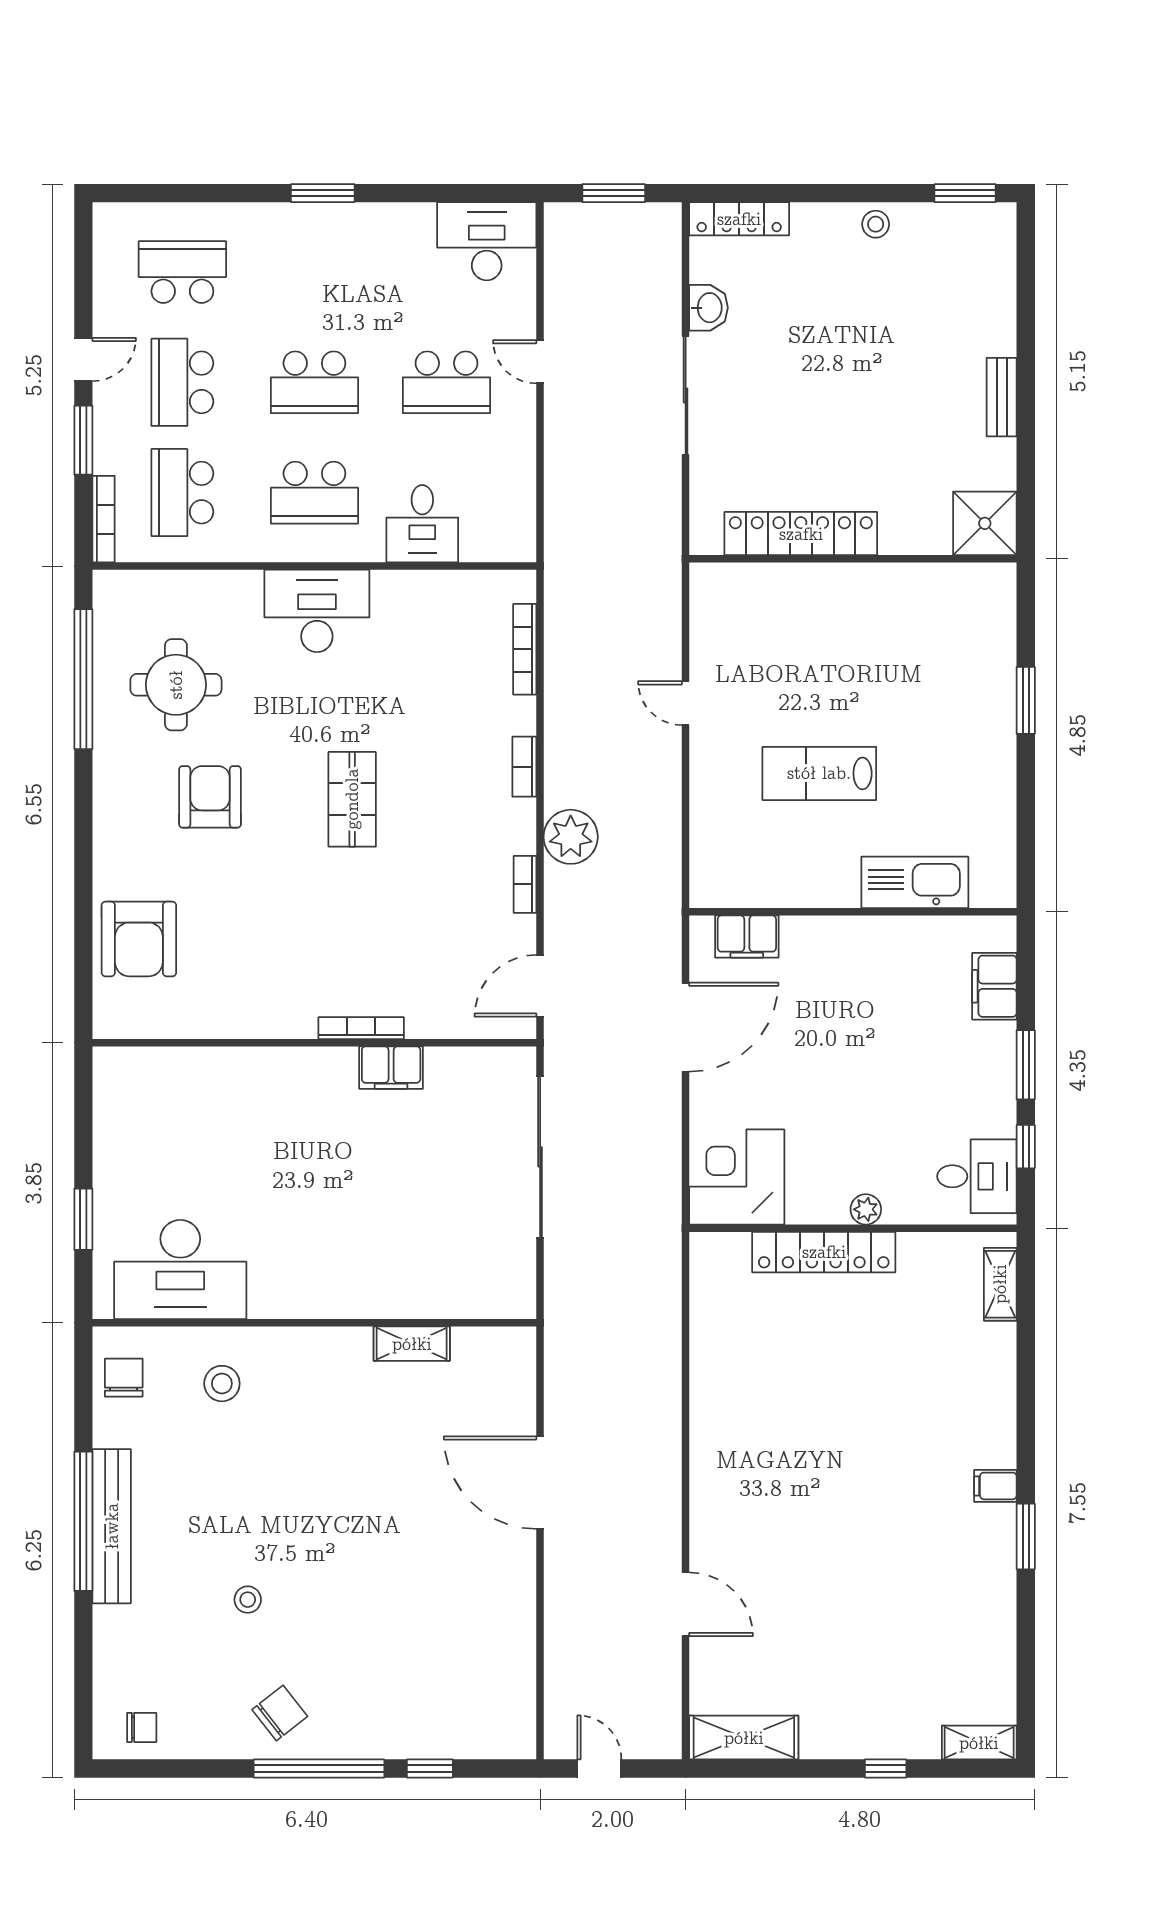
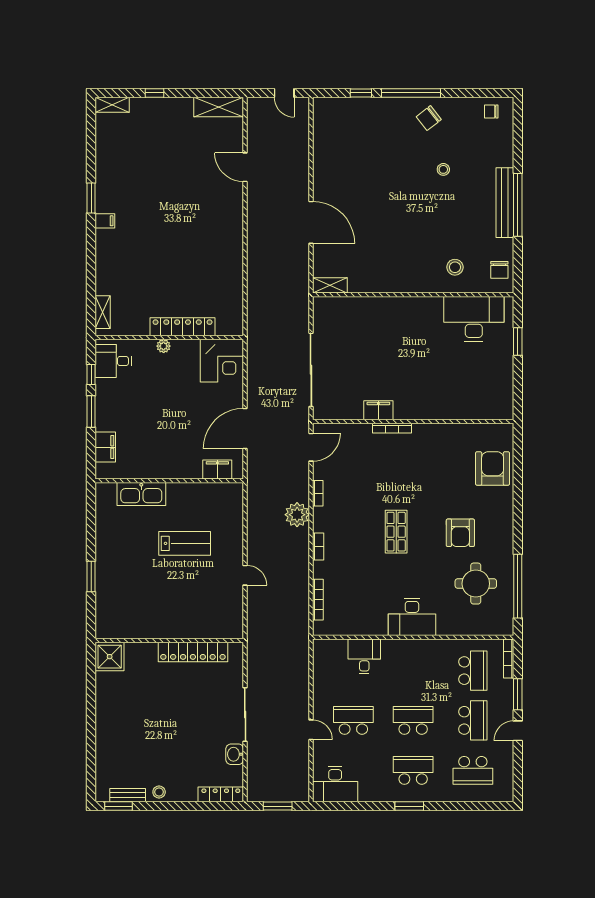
bench: (1002, 397) -> (128, 795), moved, turned 90
school desk: (314, 493) -> (413, 770), moved
shelving: (412, 1344) -> (330, 285), moved

